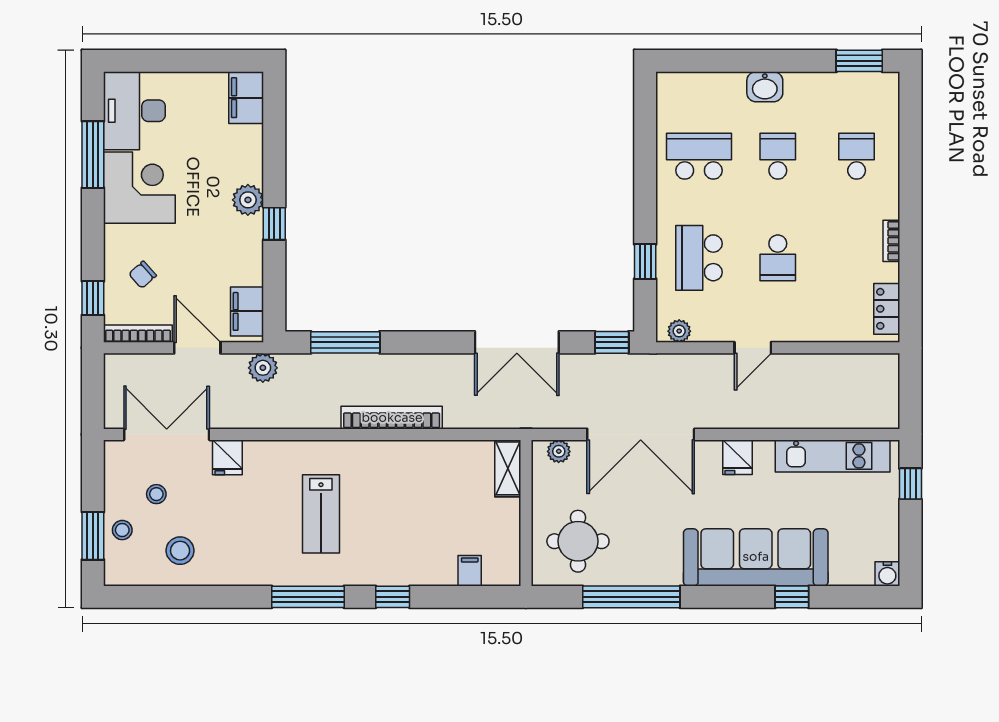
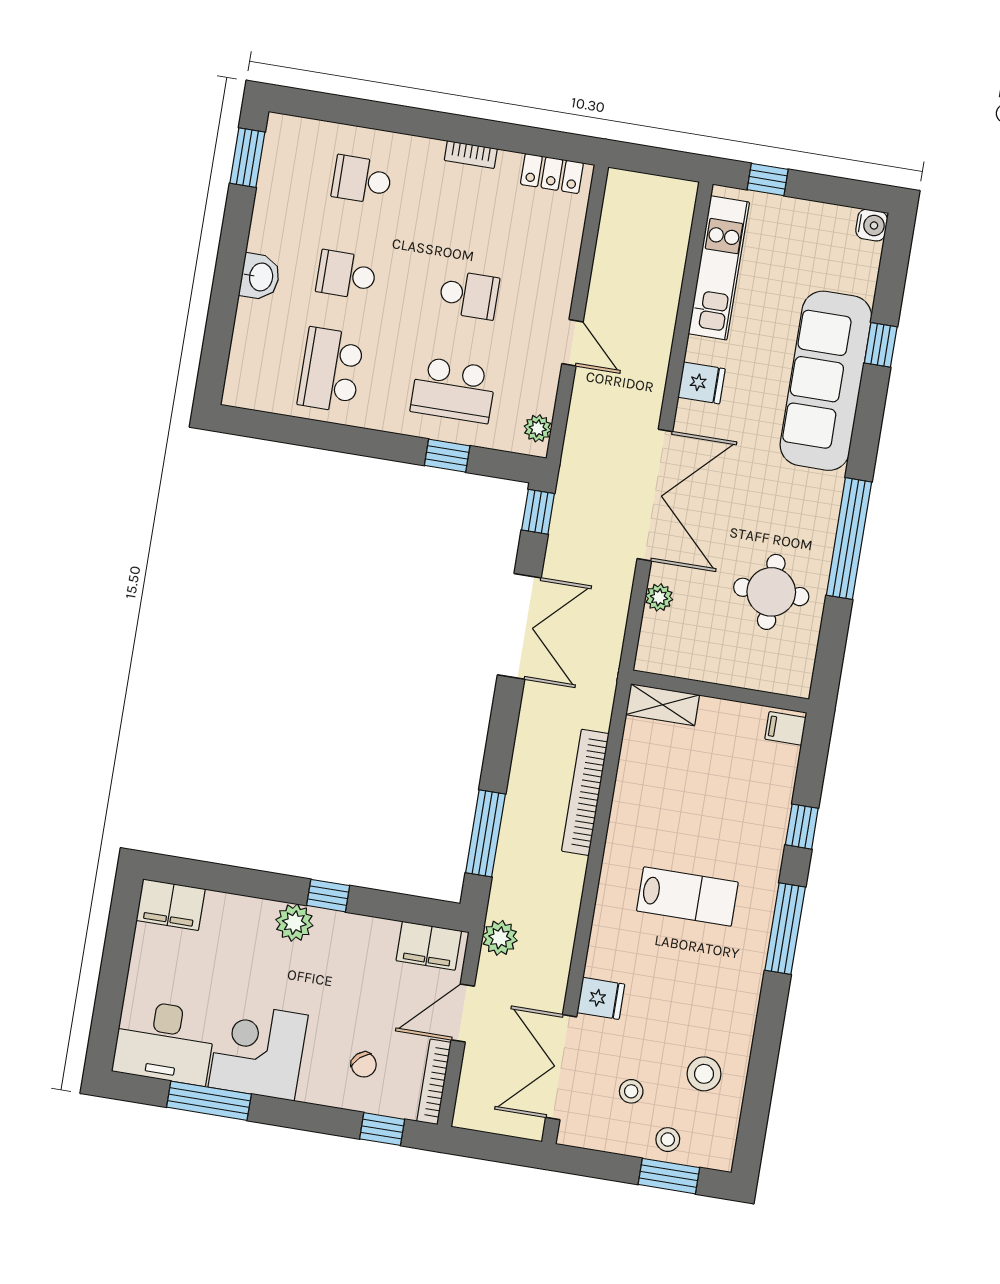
shelving: (508, 468) -> (663, 705), moved
wall: (526, 513) -> (720, 691), moved

